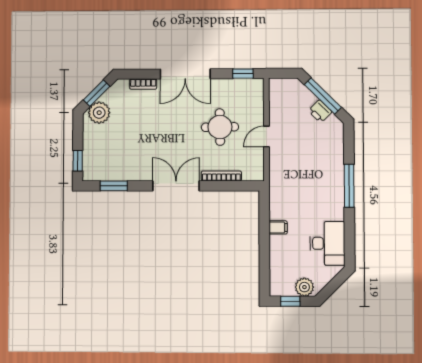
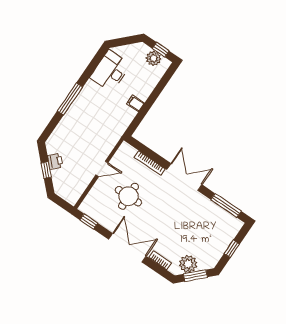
window: (323, 96) -> (46, 170), width x0.46
plant: (99, 113) -> (188, 264), moved
window: (78, 161) -> (232, 249), moved
window: (114, 186) -> (226, 205), width x1.44
double door: (176, 186) -> (184, 177), swing flipped
plant: (304, 287) -> (154, 58), moved

